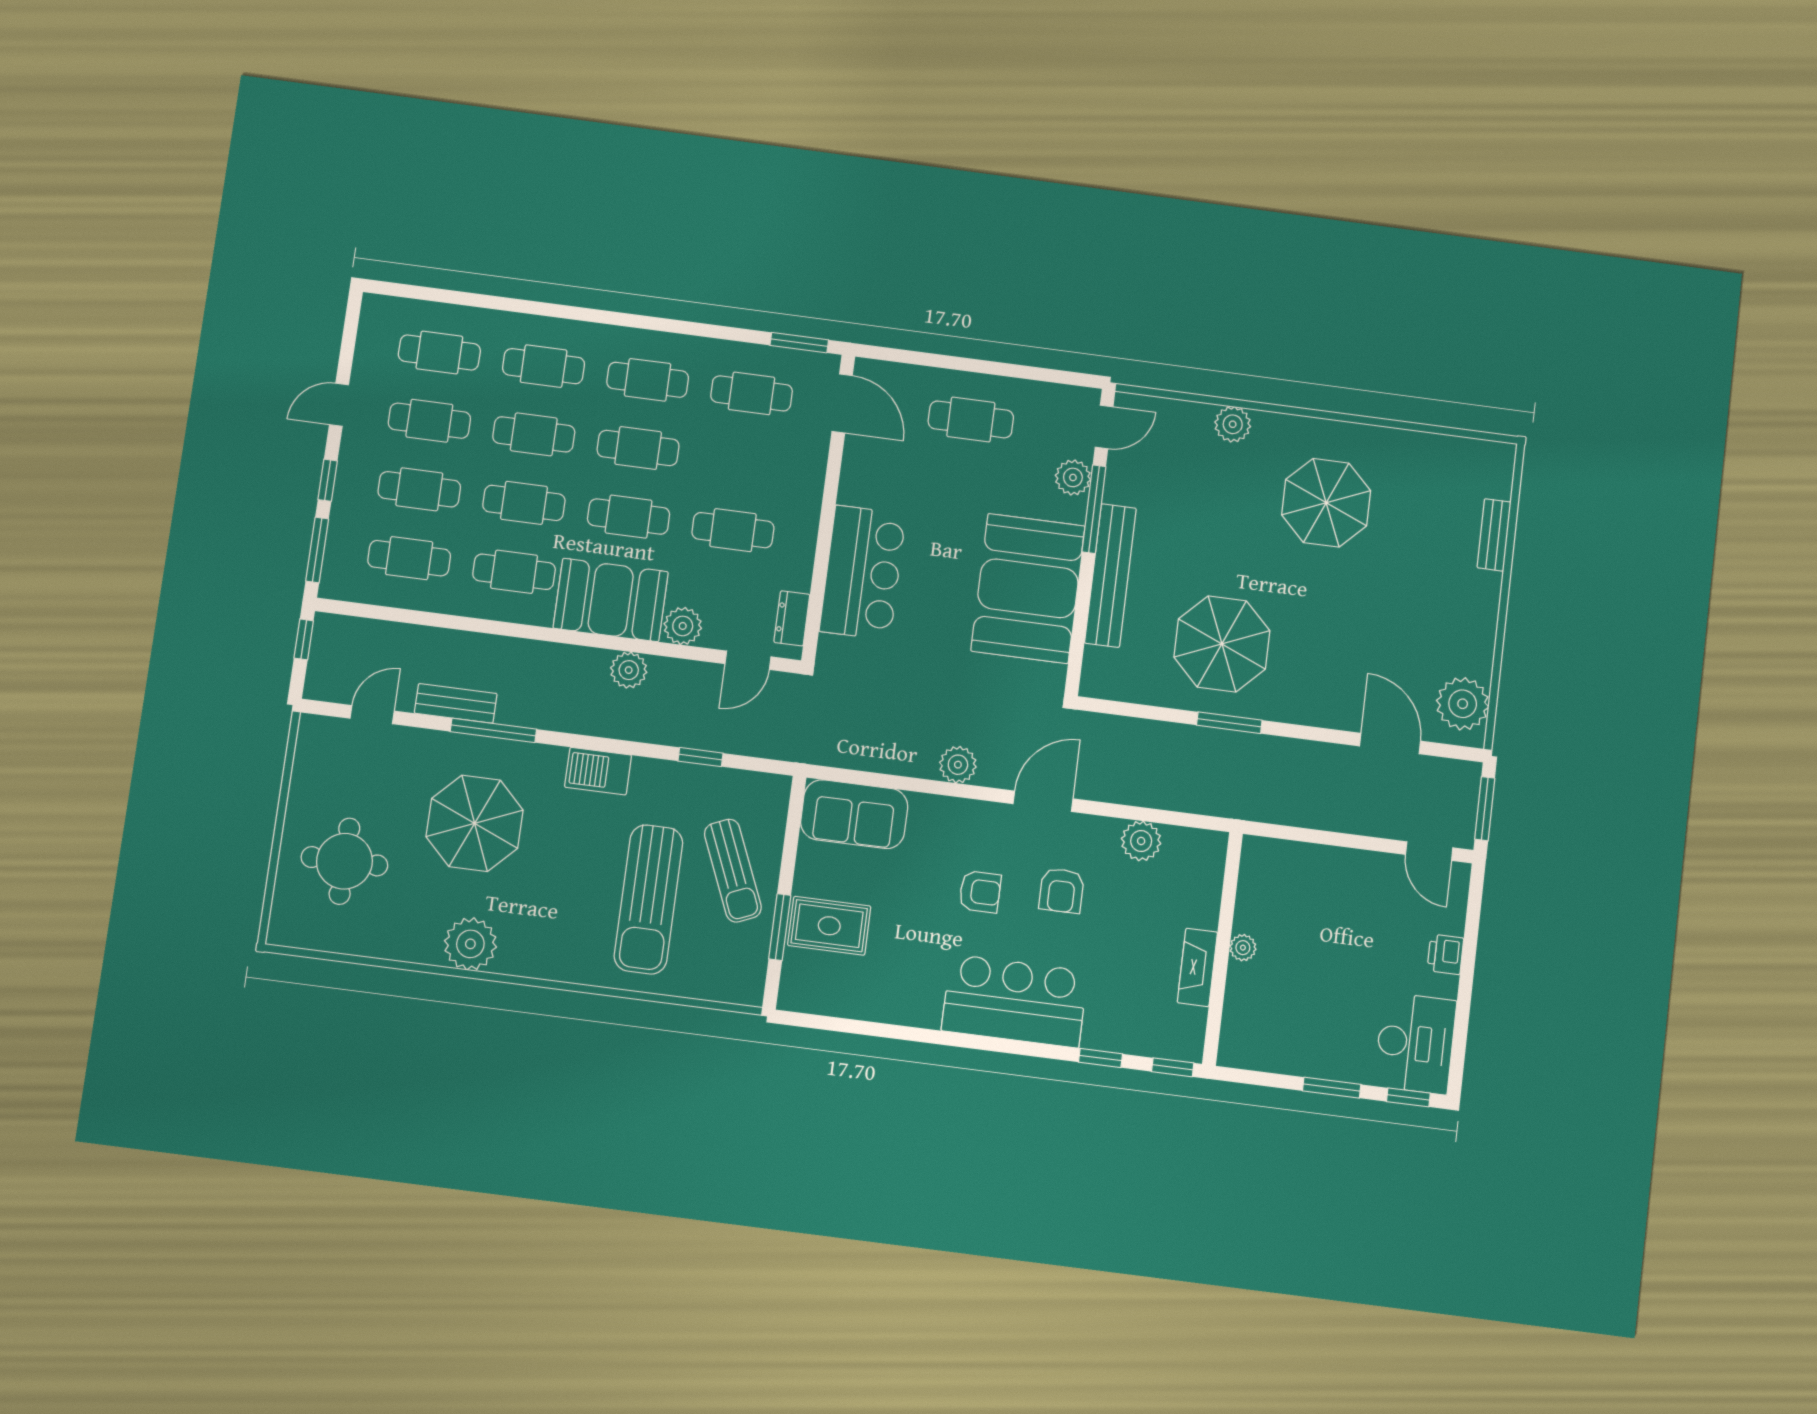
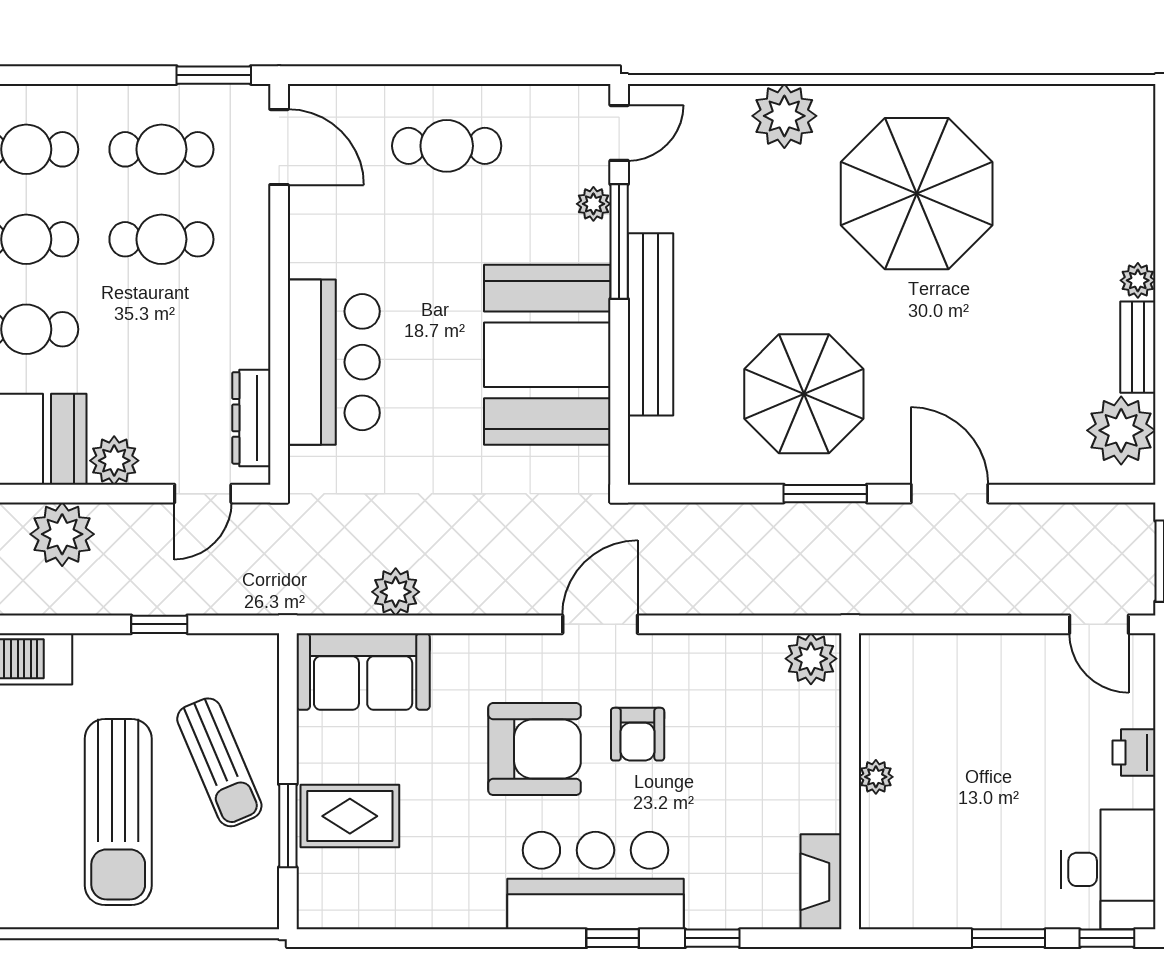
plant: (1233, 424) -> (784, 116), width x1.36, depth x1.36
plant: (1073, 477) -> (593, 204), width x0.73, depth x0.73
parasol: (1326, 503) -> (917, 194), width x1.36, depth x1.36
cafe table: (733, 530) -> (161, 239), moved
bench: (1494, 535) -> (1138, 347), moved
plant: (1488, 591) -> (1138, 280), added
dresser: (792, 618) -> (251, 418), width x1.44
plant: (629, 670) -> (62, 534), width x1.36, depth x1.36
door: (1390, 743) -> (950, 494), moved
plant: (958, 765) -> (396, 592), moved
plant: (1141, 841) -> (811, 659), moved
armchair: (980, 892) -> (535, 749), width x1.88, depth x1.88
fireplace: (1197, 967) -> (821, 882), moved
window: (1173, 1067) -> (613, 938), moved

